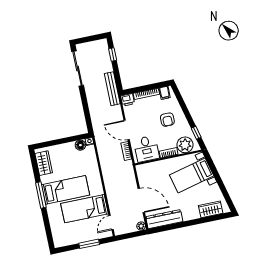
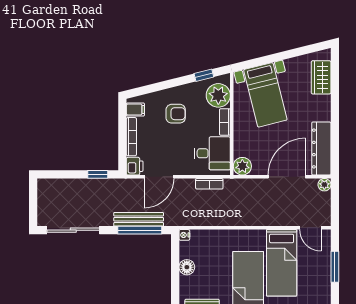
window: (113, 54) -> (98, 174), moved
bench: (112, 89) -> (139, 219), moved
window: (87, 112) -> (140, 230), added
door: (127, 130) -> (159, 177), moved
floor lamp: (80, 145) -> (187, 267), moved
plant: (142, 170) -> (242, 166), added

